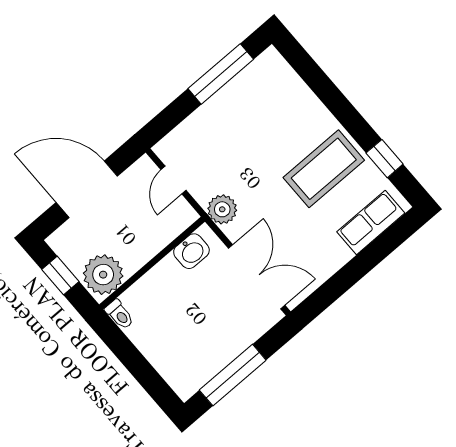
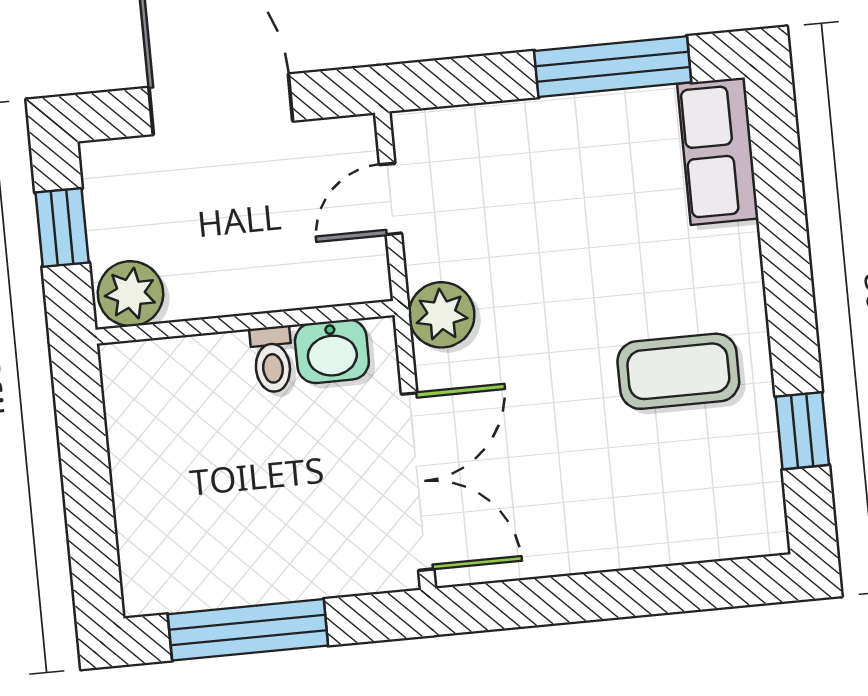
coffee table: (324, 169) -> (678, 371), width x0.73, depth x0.76
row of seats: (371, 222) -> (718, 151), moved, turned -90
plant: (103, 275) -> (130, 294), width x0.73, depth x0.73
toilet: (119, 314) -> (272, 359), moved

